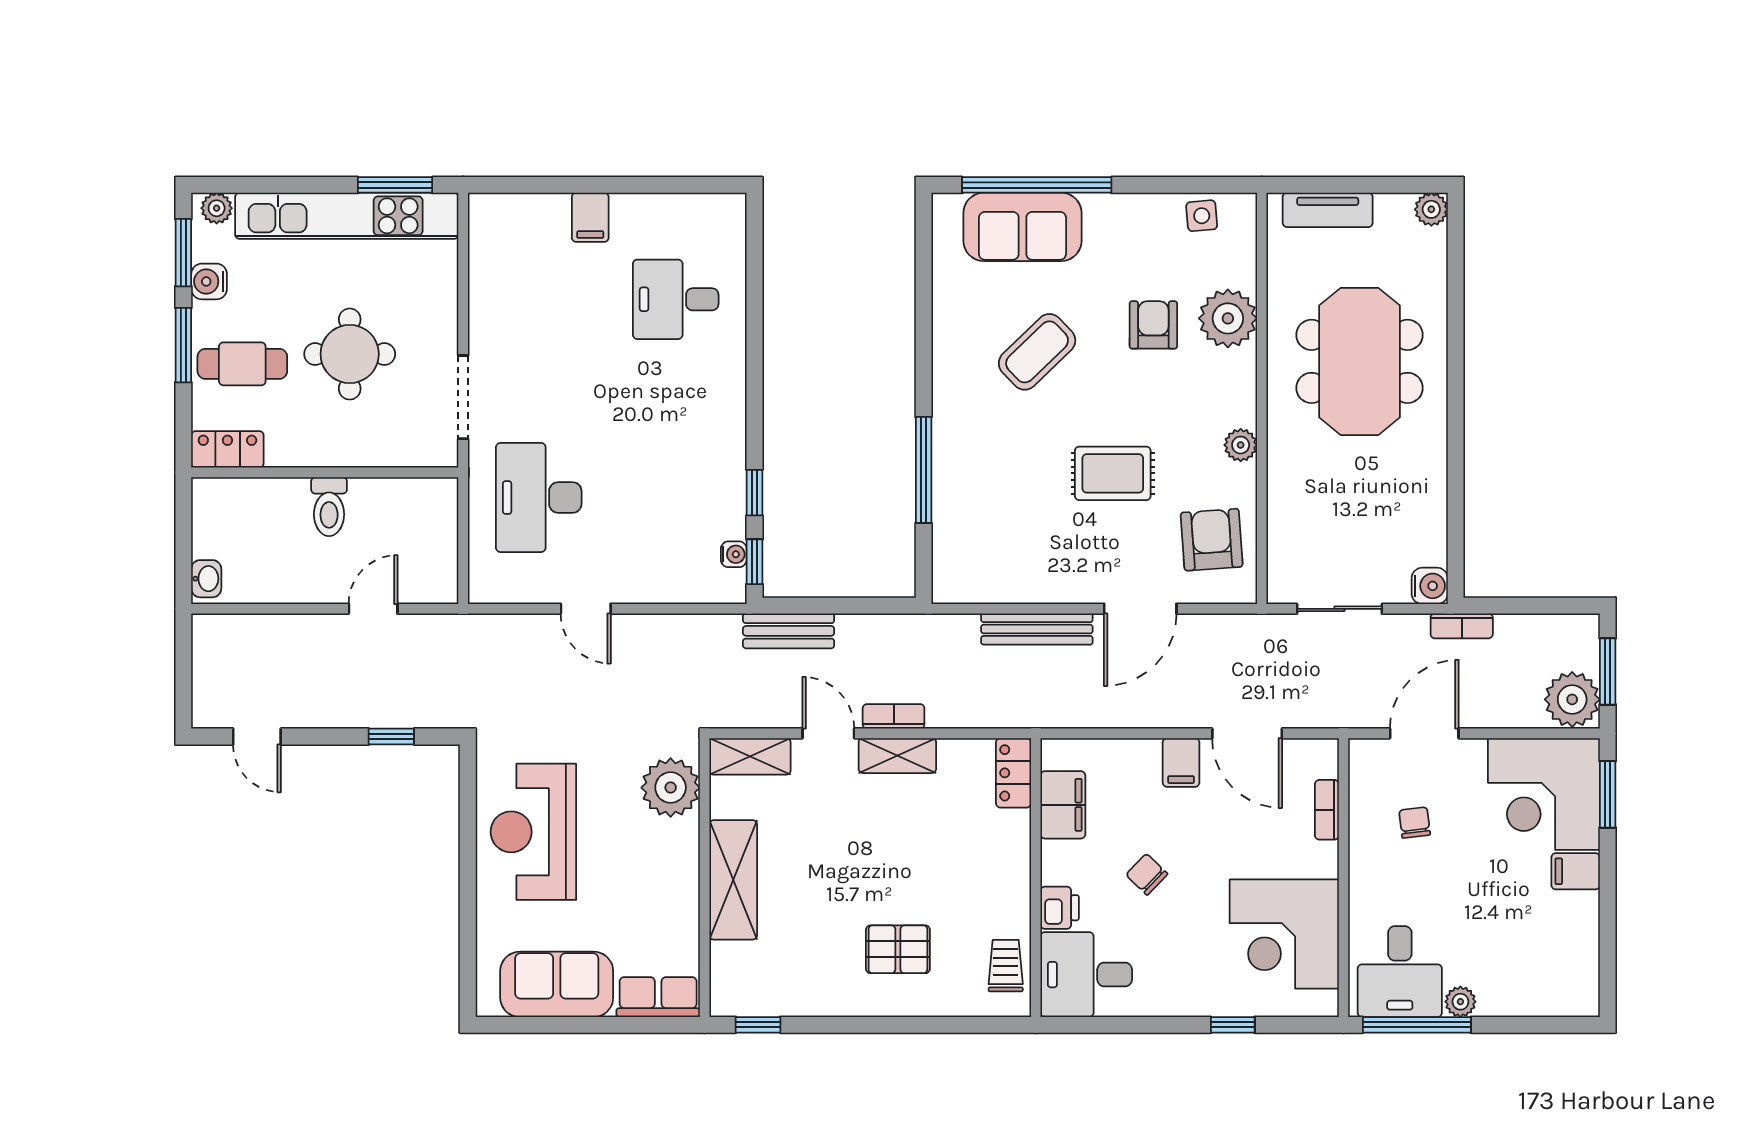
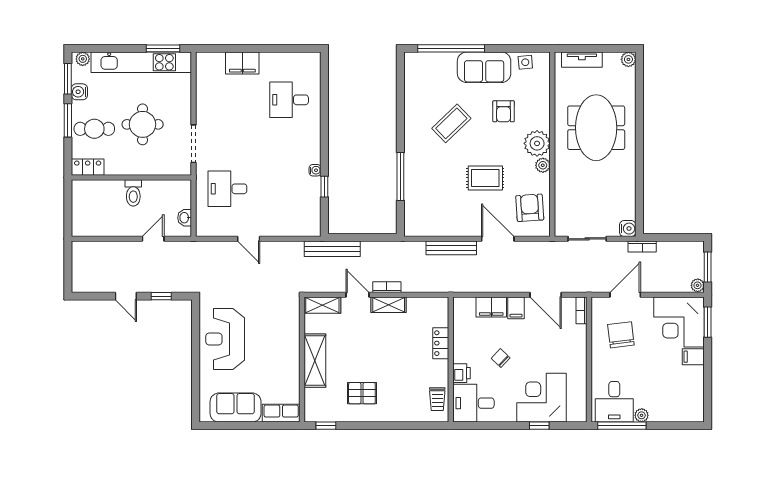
filing cabinet: (590, 217) -> (242, 63), width x2.00
sofa: (1022, 227) -> (484, 67), moved
plant: (1228, 318) -> (537, 143), moved
armchair: (1153, 325) -> (504, 111), turned 180
desk: (539, 497) -> (227, 189), width x0.73
water cooler: (734, 554) -> (315, 170), moved
window: (754, 562) -> (324, 218), removed
washbasin: (206, 579) -> (185, 218), moved, turned 180
door: (1140, 609) -> (498, 239), swing flipped
bench: (789, 631) -> (332, 249), width x1.36
plant: (1572, 699) -> (698, 285), width x0.53, depth x0.53
door: (257, 737) -> (126, 296), moved
locker: (1014, 773) -> (441, 343), moved
plant: (671, 788) -> (287, 319), removed
filing cabinet: (1063, 805) -> (491, 307), moved, turned 90
bookcase: (1327, 810) -> (582, 310), moved
chair: (1415, 823) -> (621, 335), width x1.87, depth x1.87
corner desk: (1284, 934) -> (541, 398), moved, turned 90
pallet: (898, 949) -> (362, 393), moved
trolley: (1006, 966) -> (437, 399), turned 180

